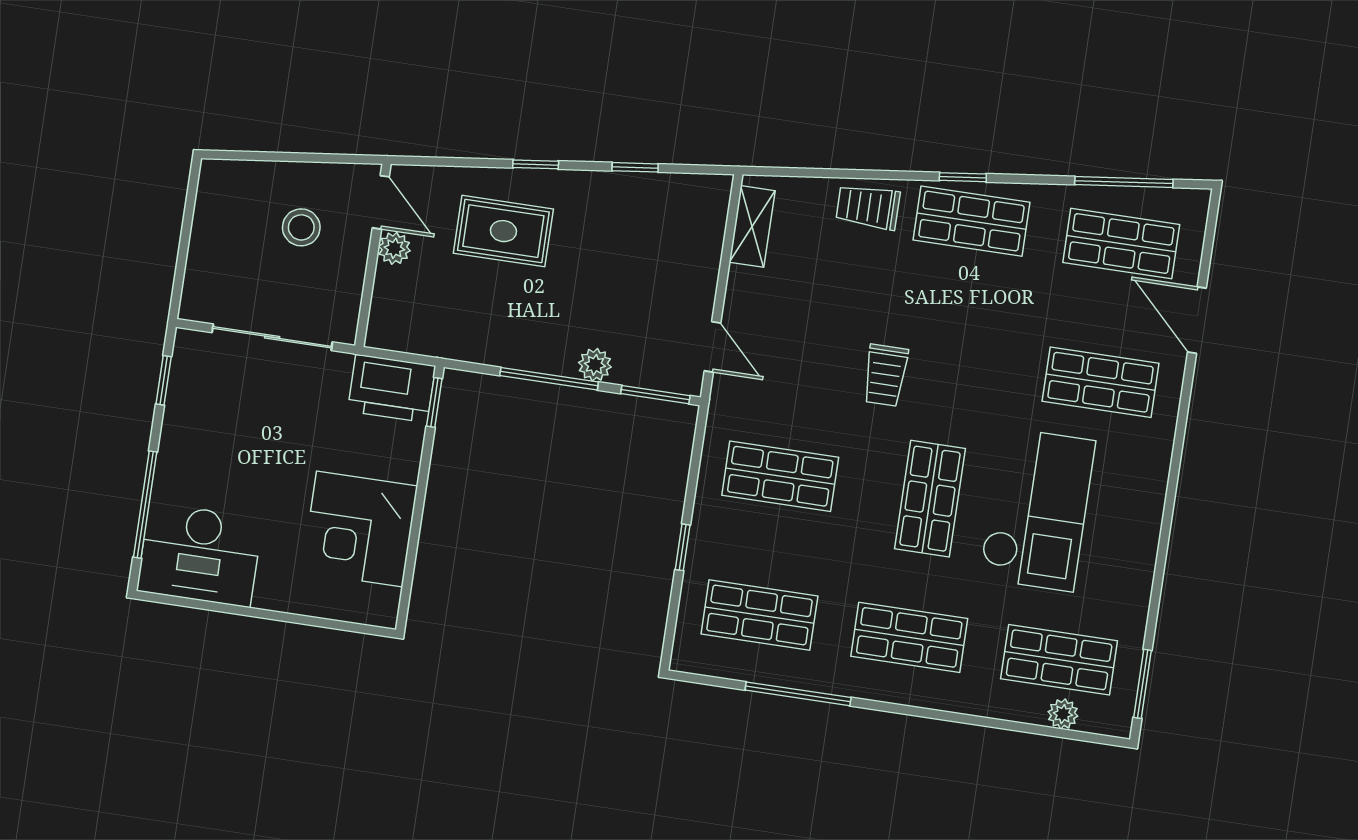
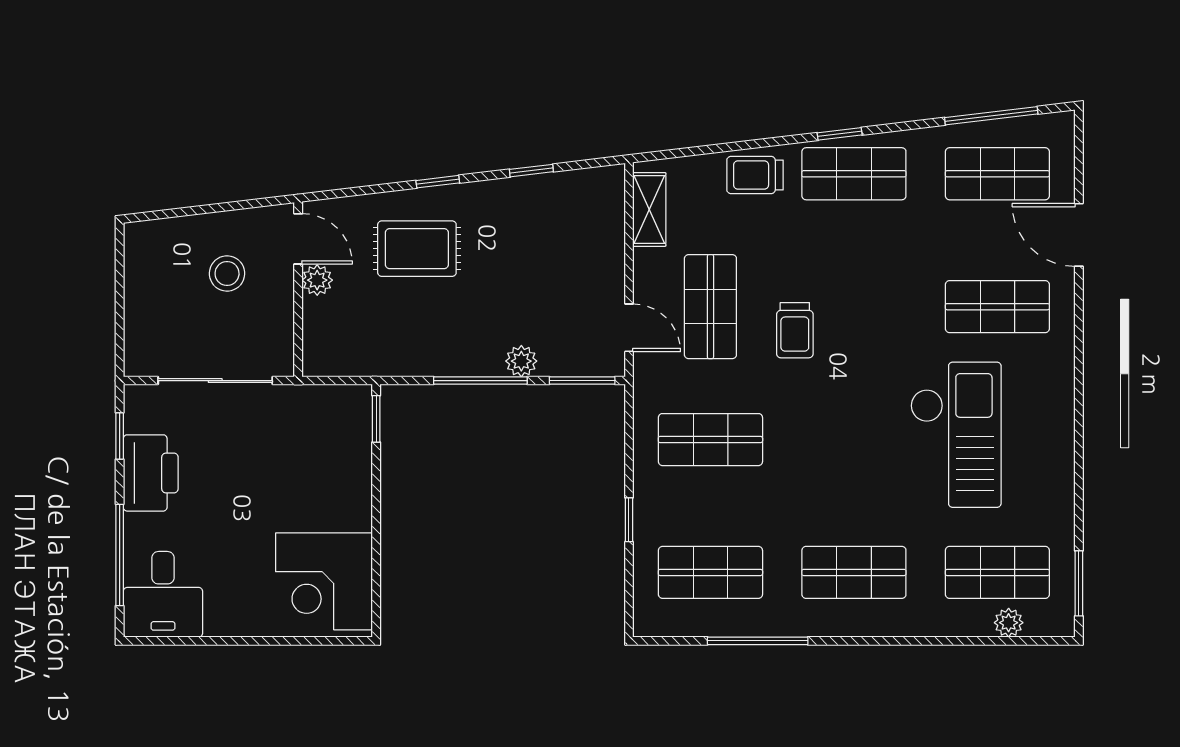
printer: (392, 388) -> (151, 473), moved, turned -90
shop shelf: (930, 499) -> (710, 307), moved
corner desk: (360, 529) -> (324, 581), moved
desk: (200, 555) -> (163, 594), width x0.73

